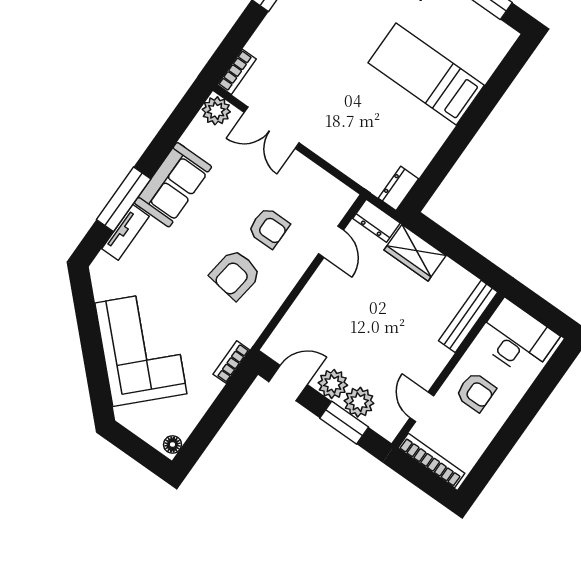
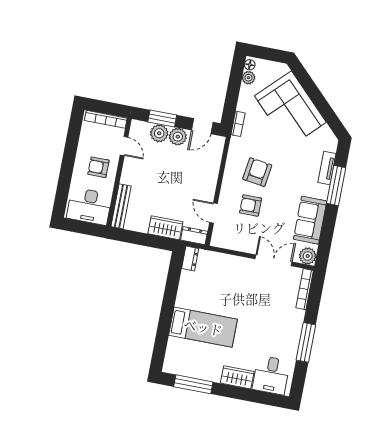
bookcase: (237, 72) -> (305, 289), width x1.56
sofa: (173, 185) -> (310, 220), moved
plant: (183, 425) -> (249, 78), added

